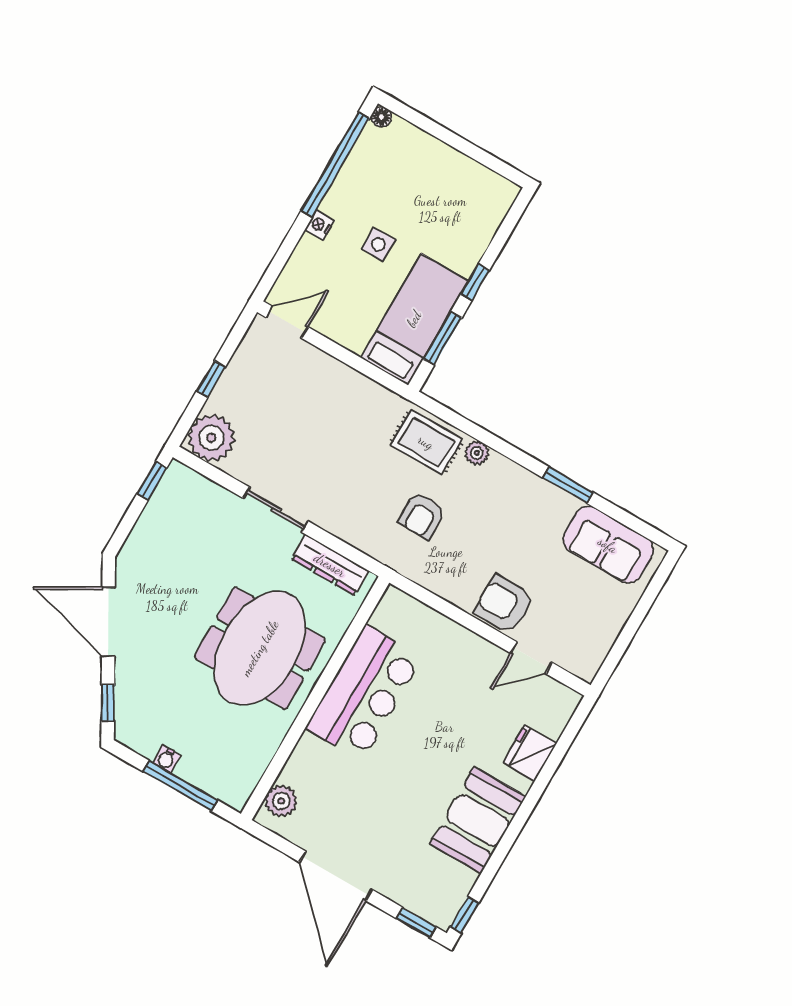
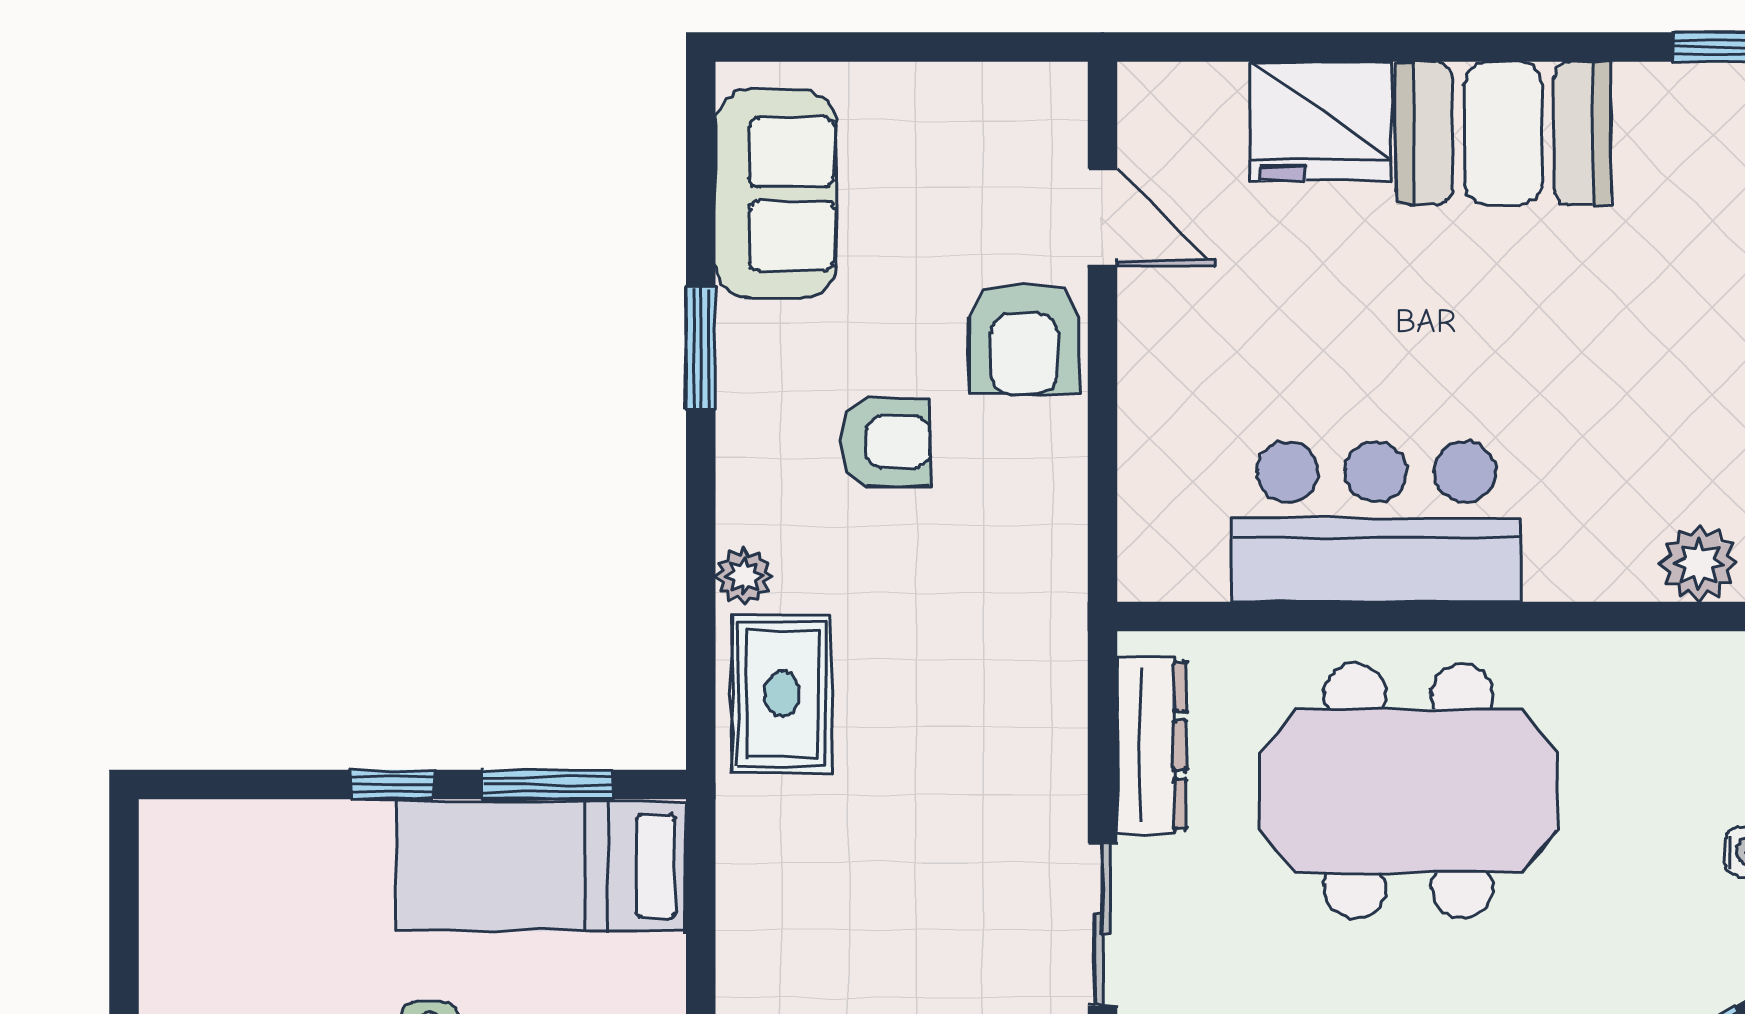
armchair: (422, 515) -> (886, 442), moved
fridge: (530, 753) -> (1320, 121), width x1.36, depth x1.34

